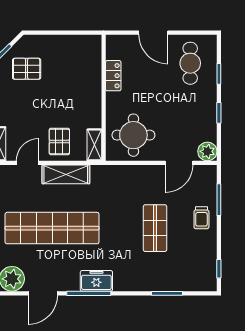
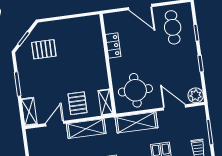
door: (179, 163) -> (174, 107), swing flipped
shelving: (129, 175) -> (136, 122), added

